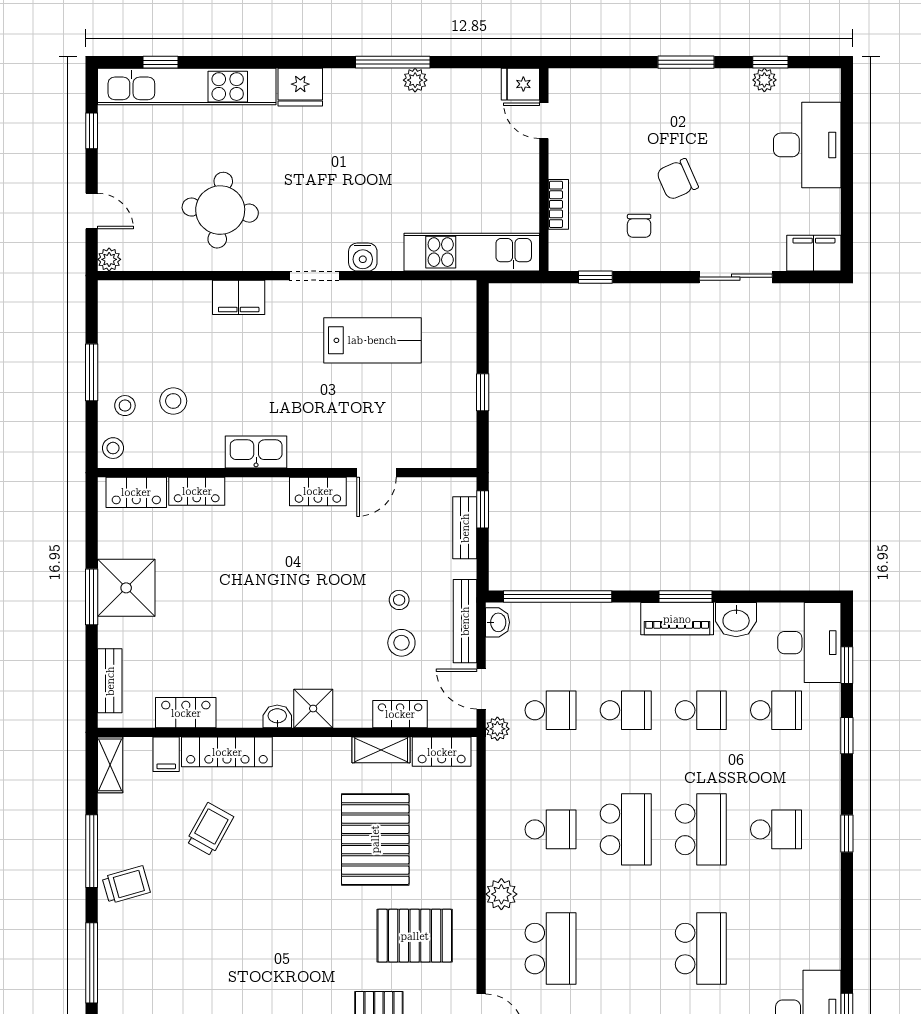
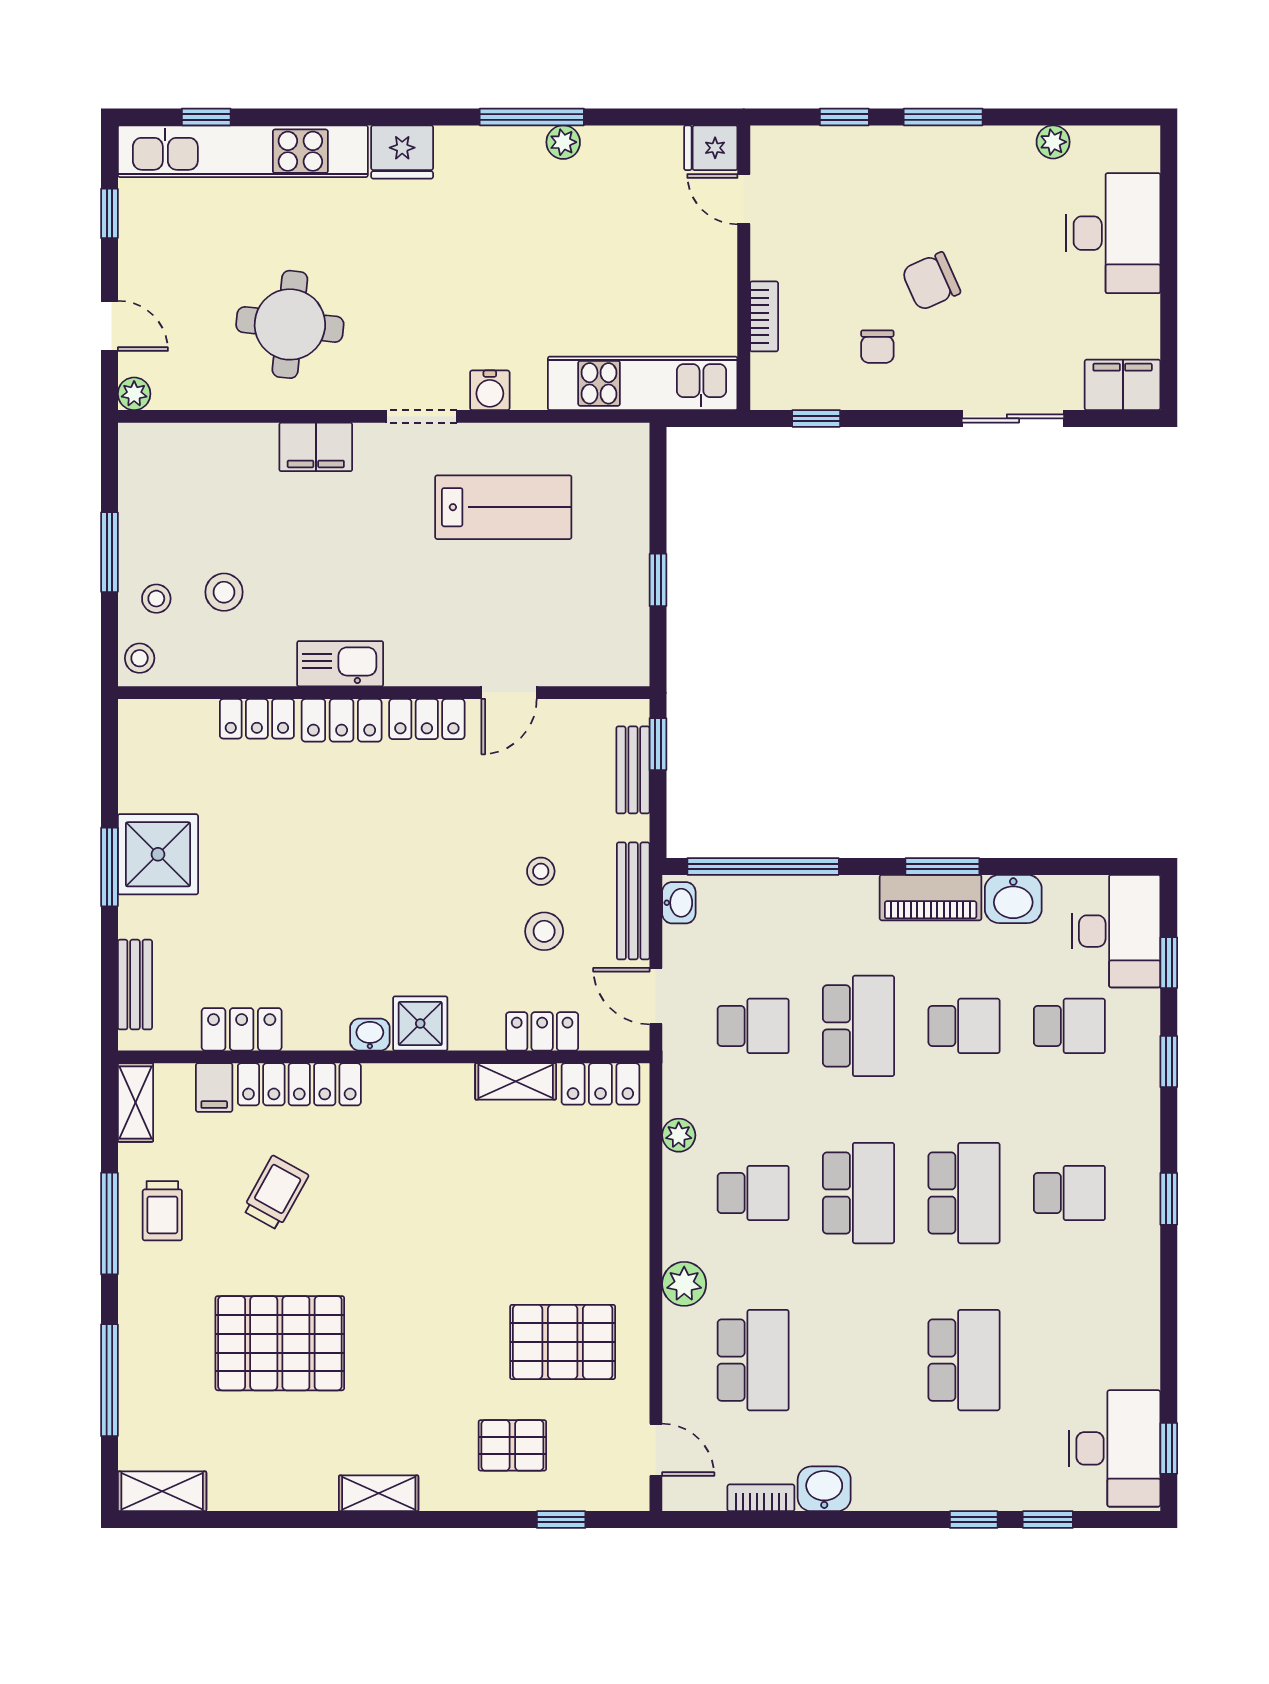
window: (770, 62) -> (844, 117), moved
locker: (136, 492) -> (342, 720), moved
school desk: (626, 710) -> (859, 1026), width x1.85
plant: (497, 729) -> (679, 1135), moved
pallet: (375, 839) -> (280, 1343), moved, turned 90
trolley: (126, 885) -> (162, 1211), moved, turned 106

